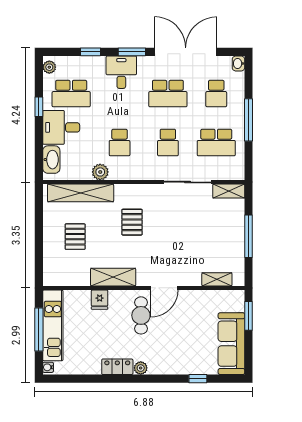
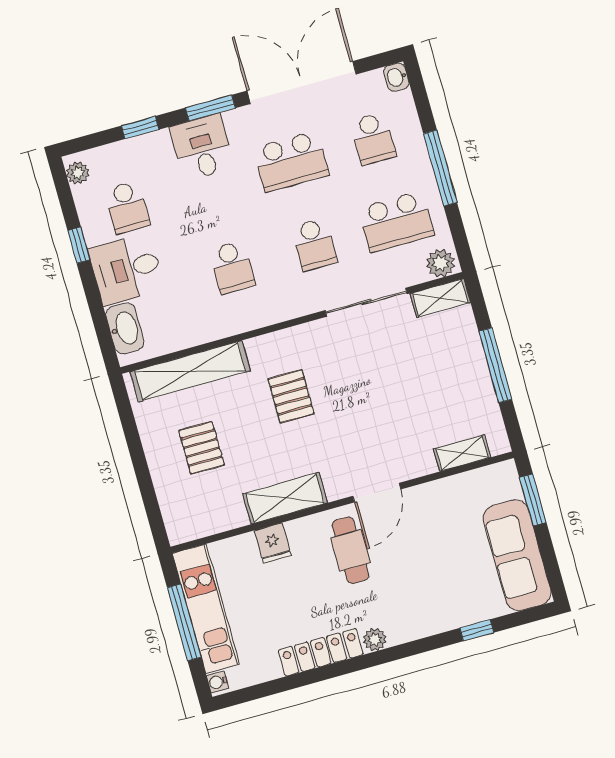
school desk: (71, 94) -> (127, 207), width x0.54
plant: (100, 172) -> (441, 263), moved
locker: (117, 367) -> (321, 652), width x1.53

